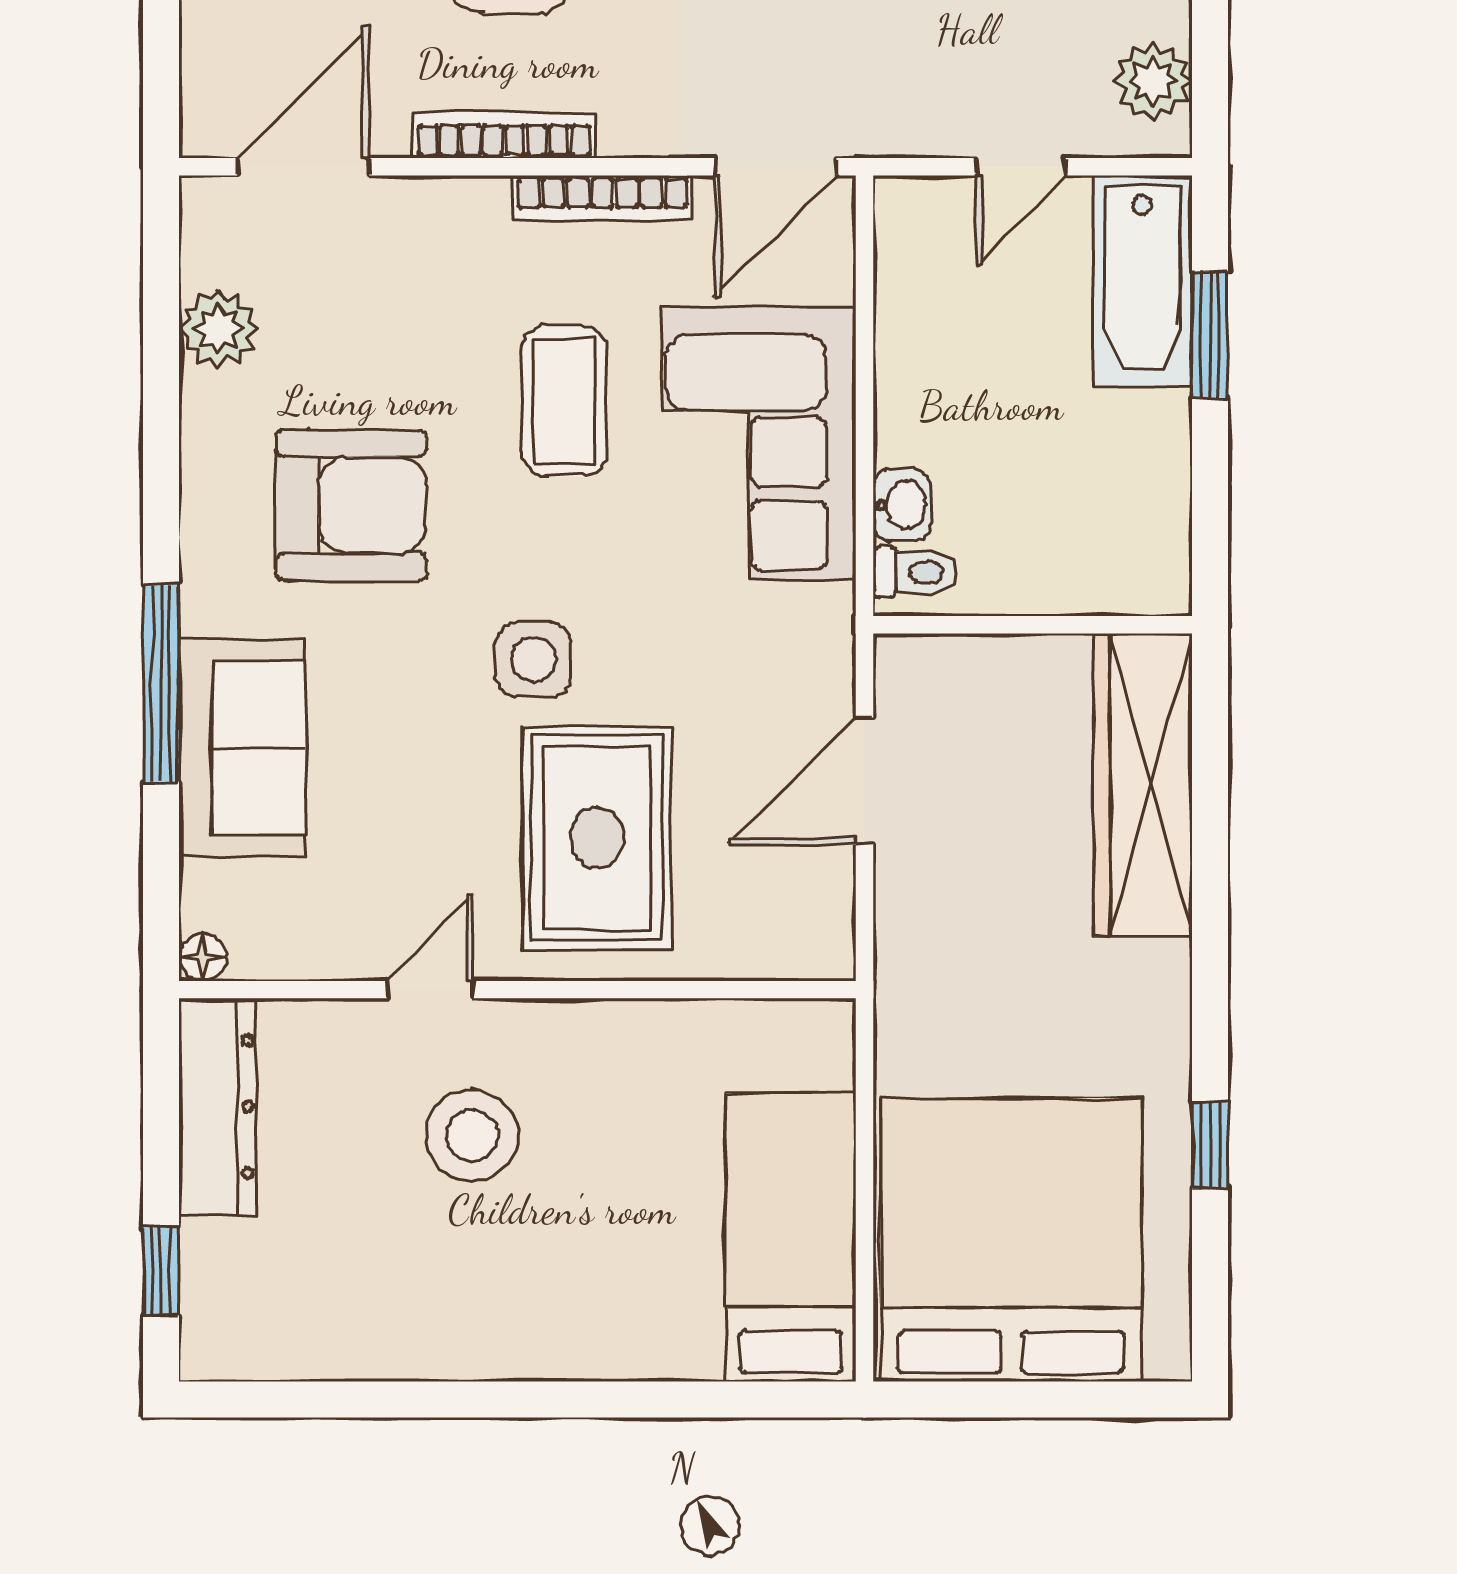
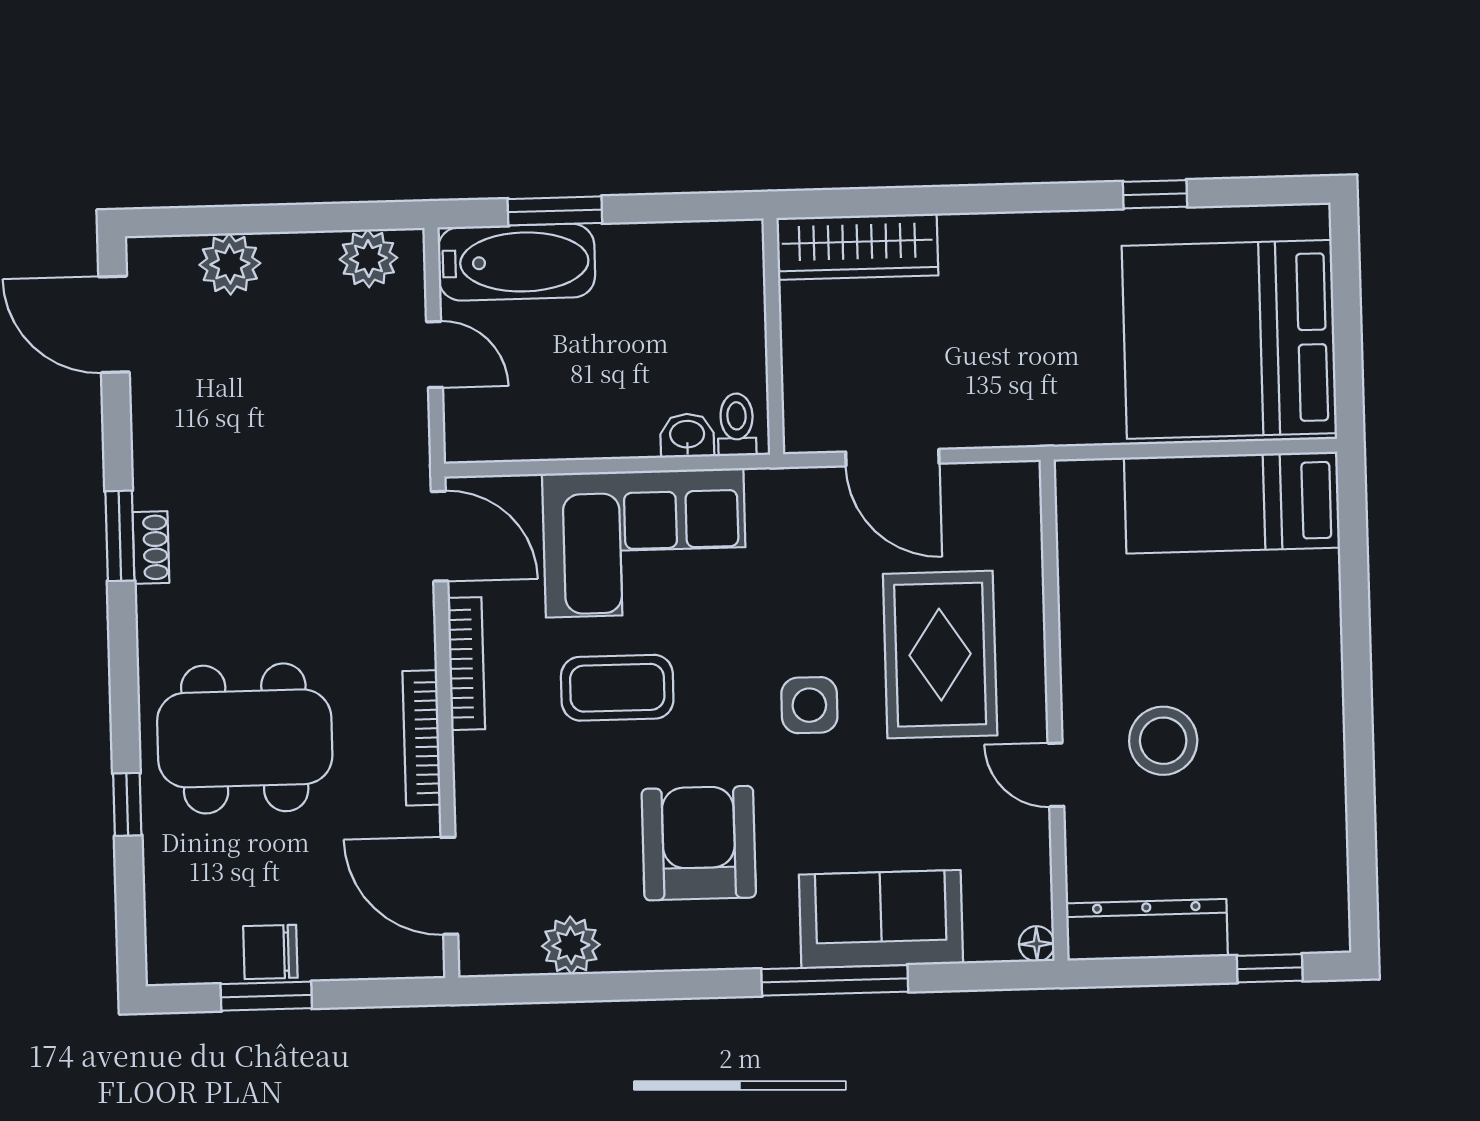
wardrobe: (1143, 785) -> (857, 247), width x0.71, depth x0.85
rug: (597, 838) -> (940, 655), turned 90

